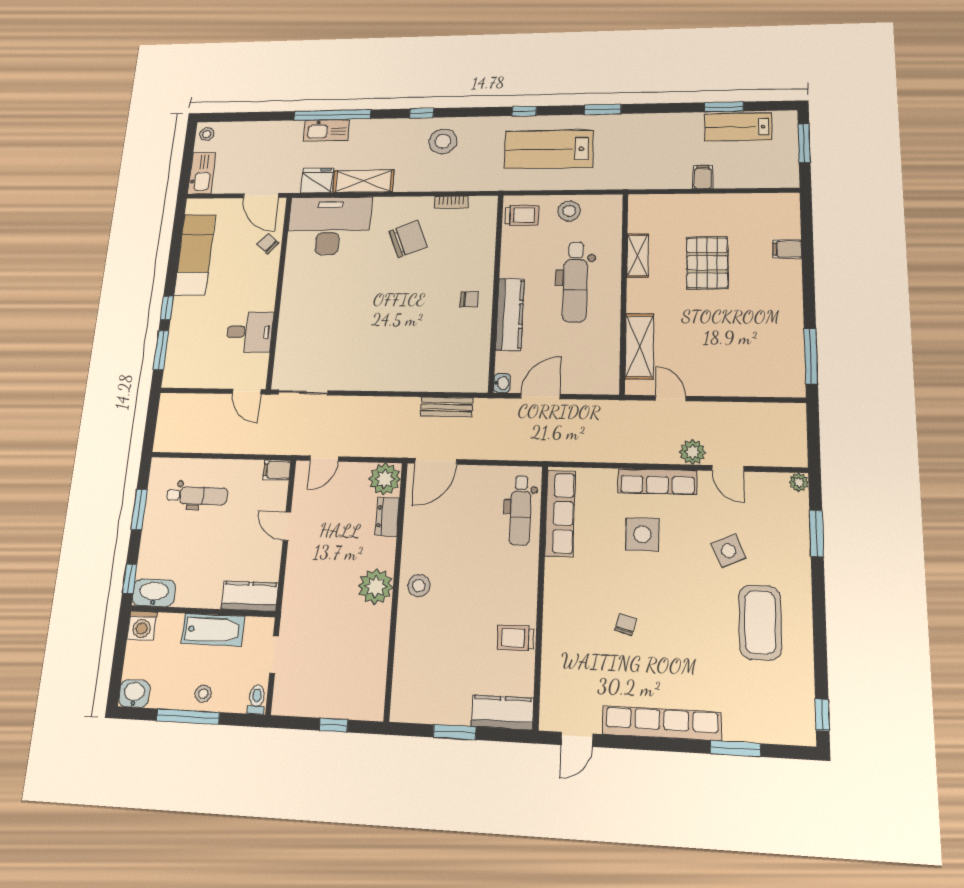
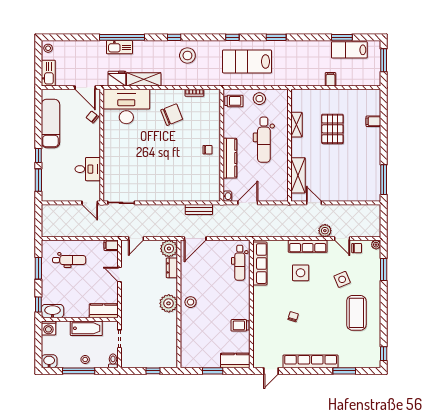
chair: (758, 488) -> (357, 248), added

